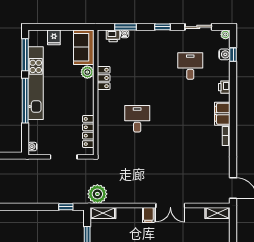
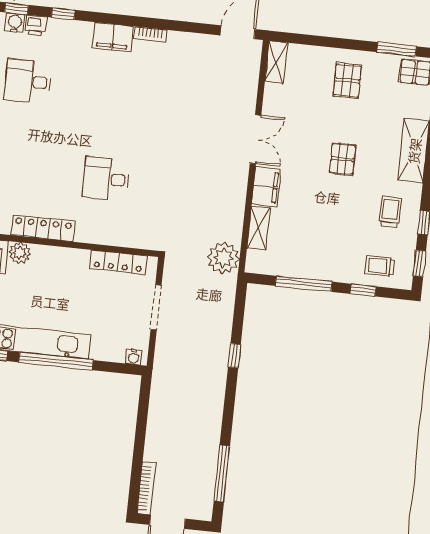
locker: (104, 78) -> (43, 228), width x1.53
window: (233, 83) -> (63, 14), added
printer: (224, 87) -> (36, 25), moved
window: (66, 207) -> (234, 356), moved
shelving: (103, 213) -> (259, 228), moved
filing cabinet: (148, 215) -> (266, 187), width x2.00

